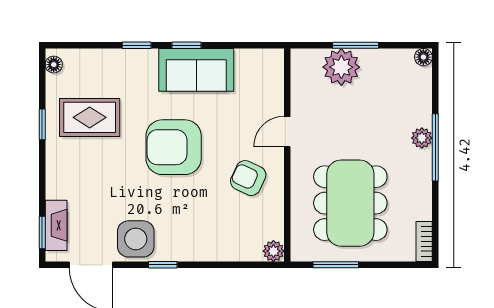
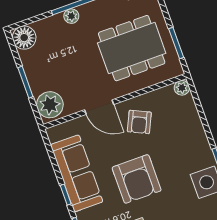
floor lamp: (423, 57) -> (24, 38), width x1.89, depth x1.89
plant: (341, 67) -> (50, 105), moved
sofa: (196, 70) -> (77, 173), width x1.36
door: (287, 132) -> (99, 107), width x1.38

